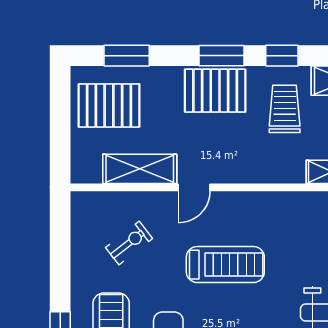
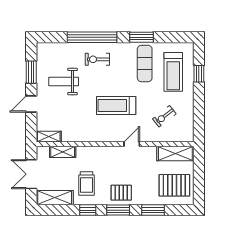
window: (127, 56) -> (153, 210), moved
pallet: (215, 91) -> (121, 193), width x0.67, depth x0.71
shelving: (140, 169) -> (175, 153), moved

